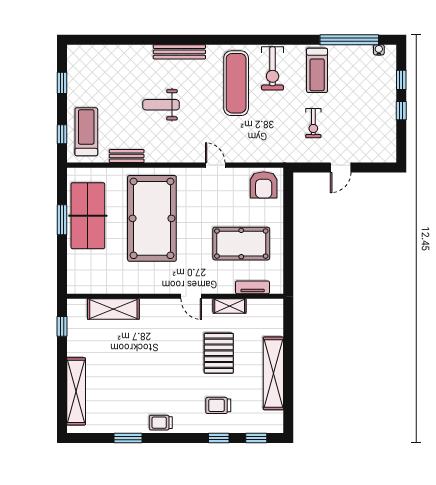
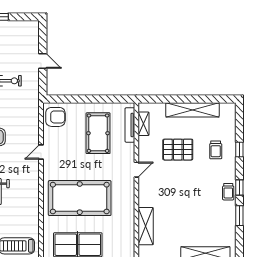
bench: (127, 156) -> (34, 216), removed
tv unit: (253, 287) -> (130, 125), width x1.41
shelving: (230, 306) -> (143, 124), moved
window: (256, 438) -> (239, 187), moved

